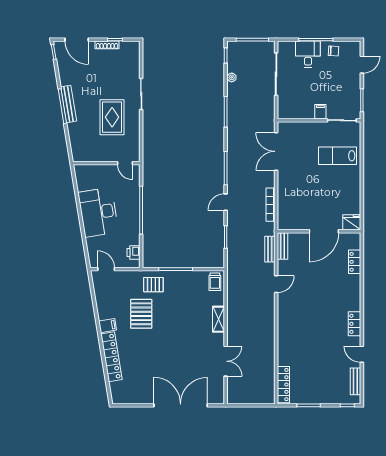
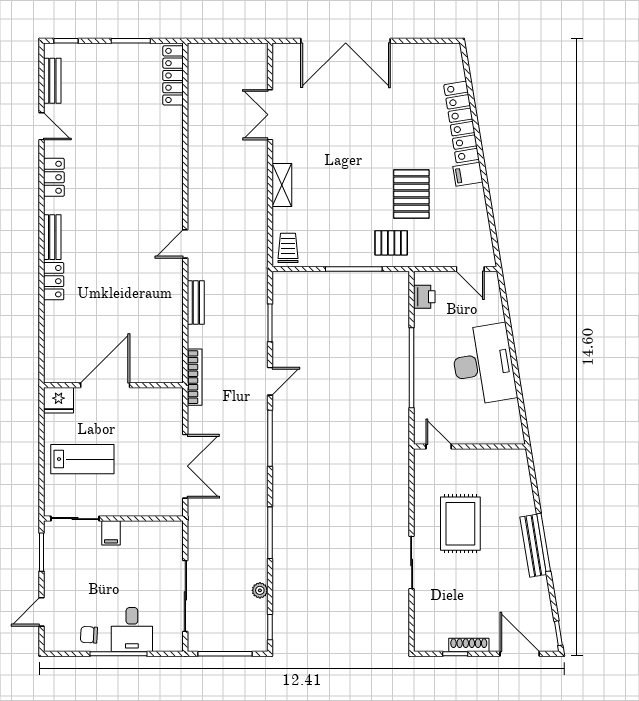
fridge: (352, 222) -> (59, 400), moved
wall: (319, 231) -> (113, 385), moved
door: (324, 231) -> (105, 385), moved
bench: (282, 246) -> (52, 237), moved

